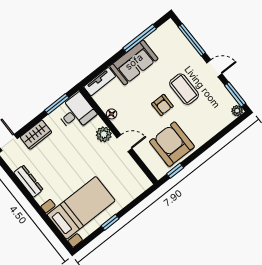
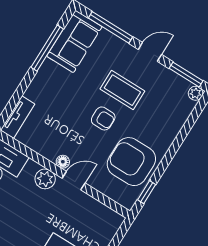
sofa: (134, 62) -> (74, 41), moved
floor lamp: (112, 114) -> (63, 162), moved

